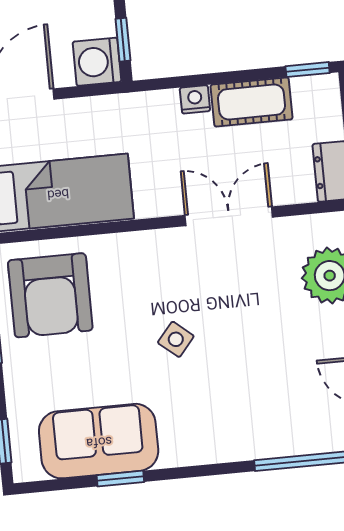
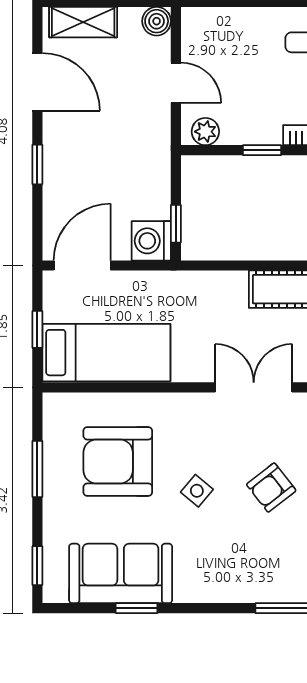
nightstand: (195, 99) -> (234, 282), removed
armchair: (50, 295) -> (118, 461), moved, turned 90
armchair: (259, 328) -> (271, 488), added

